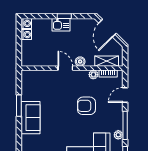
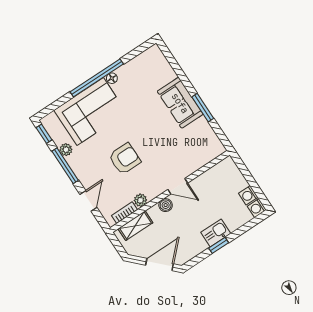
door: (108, 28) -> (159, 265), hinge flipped

